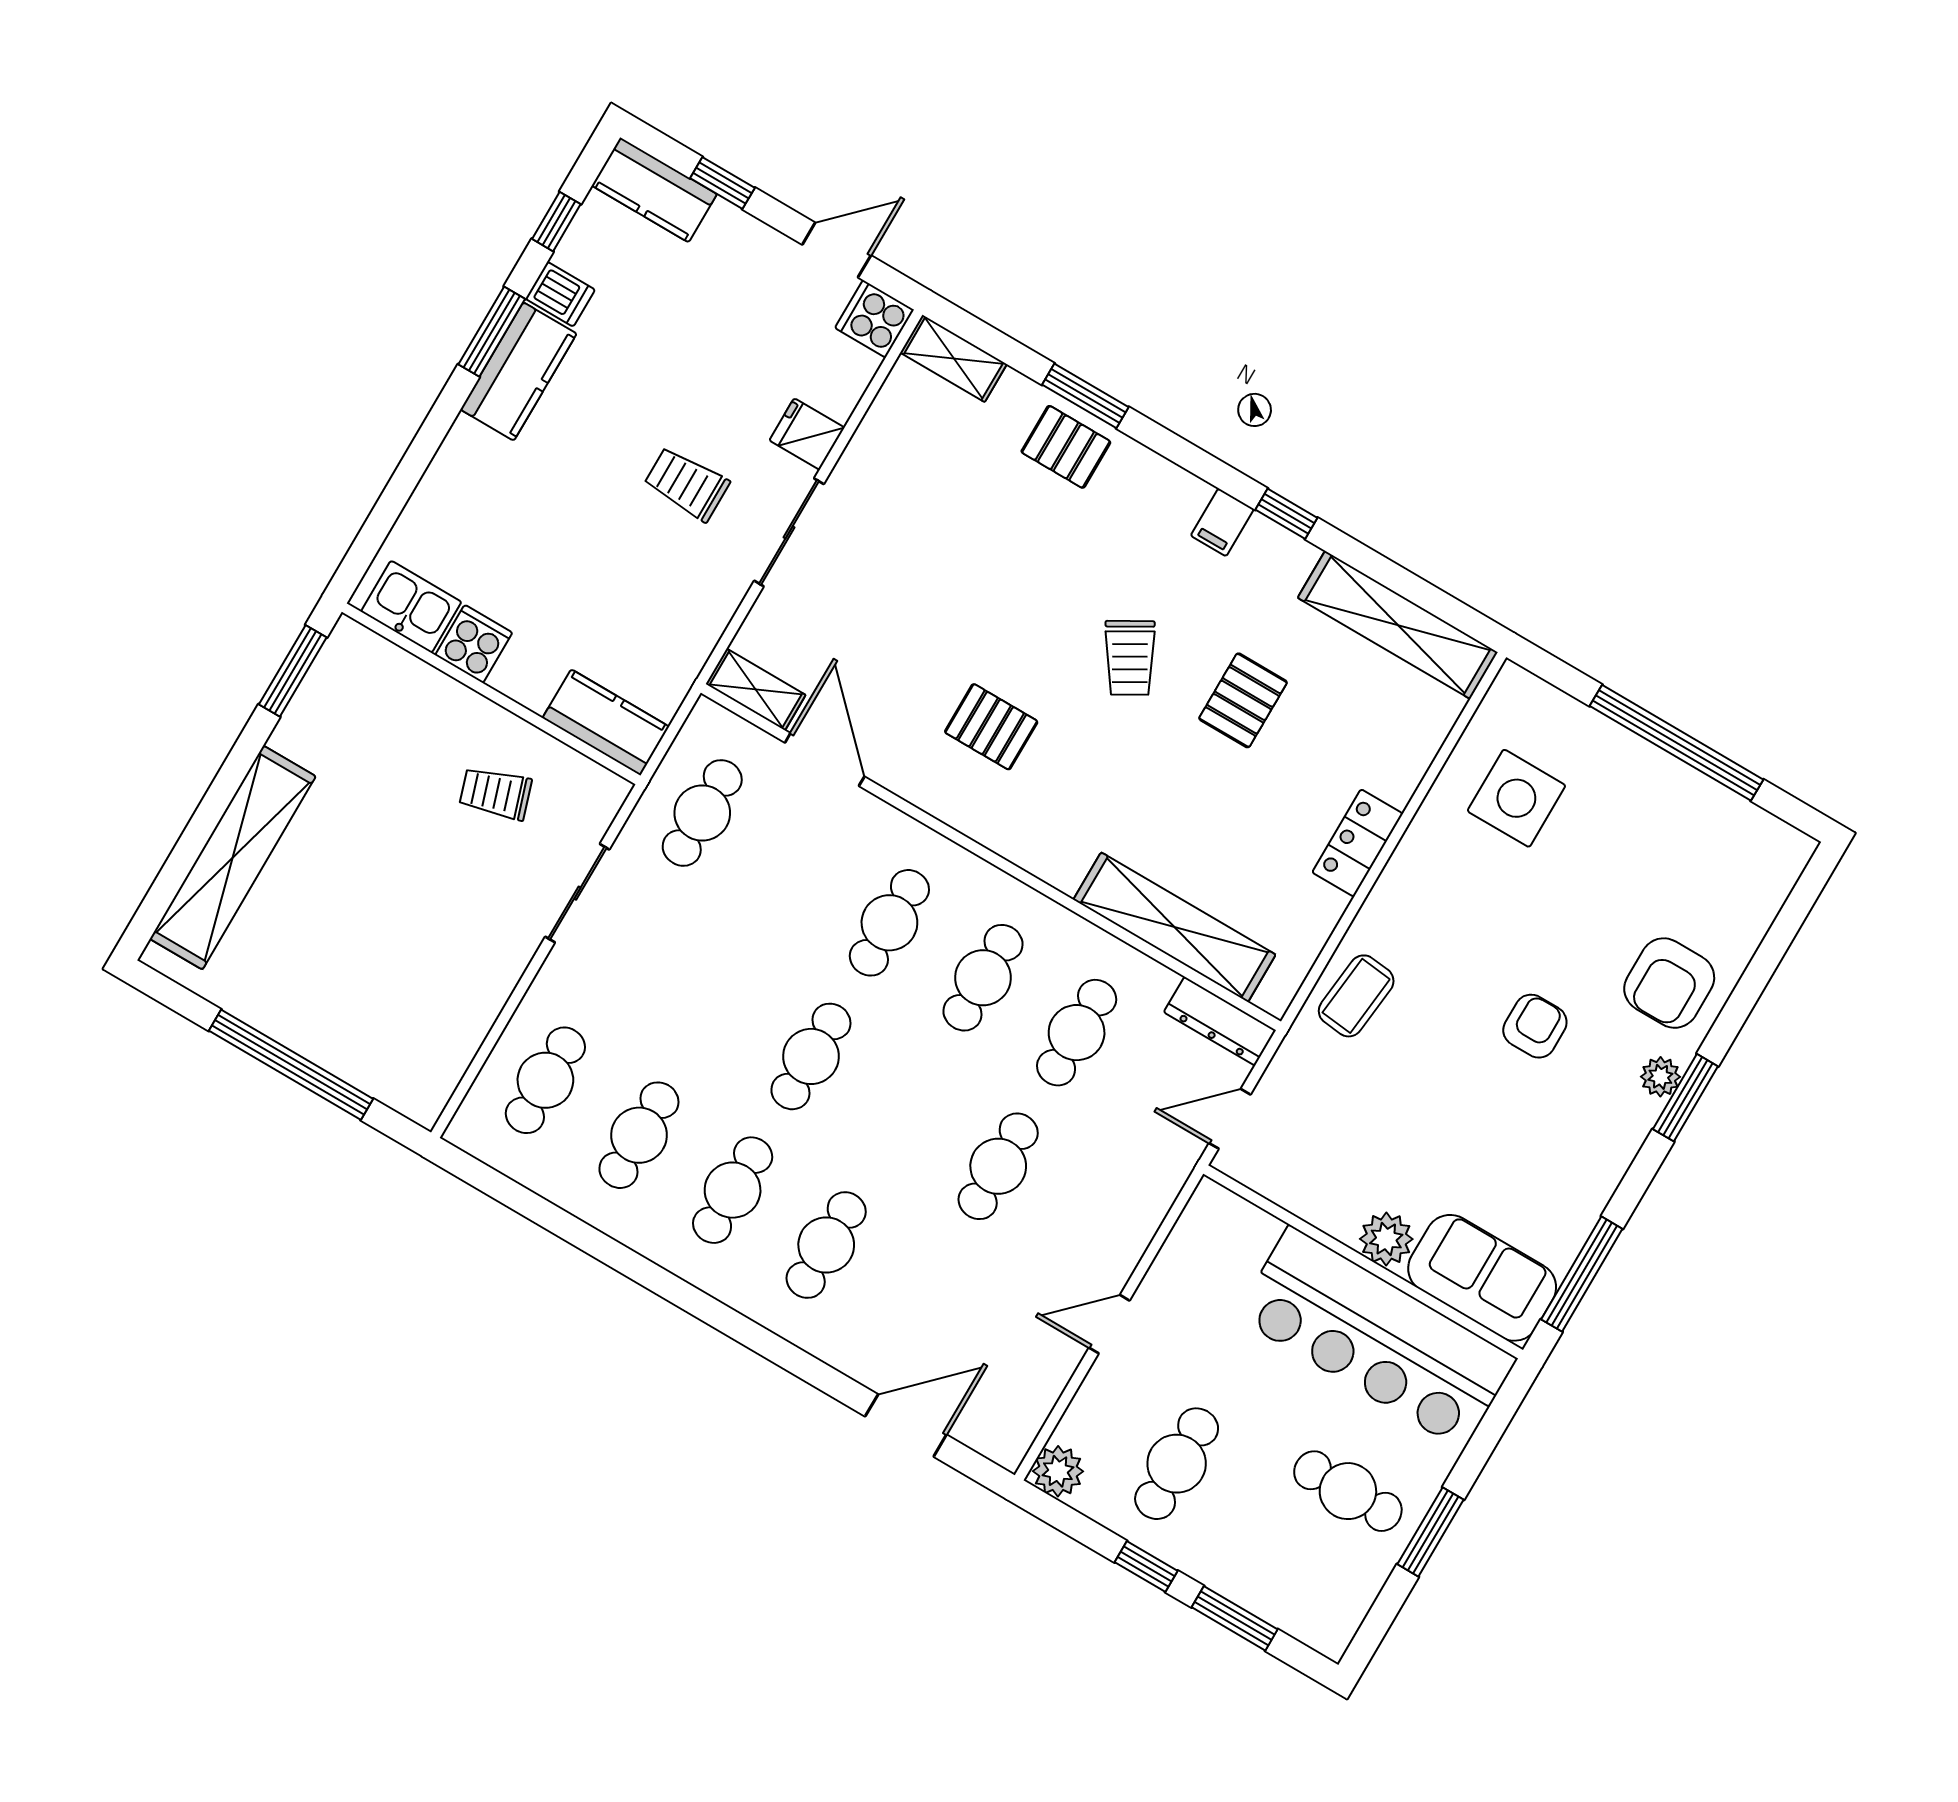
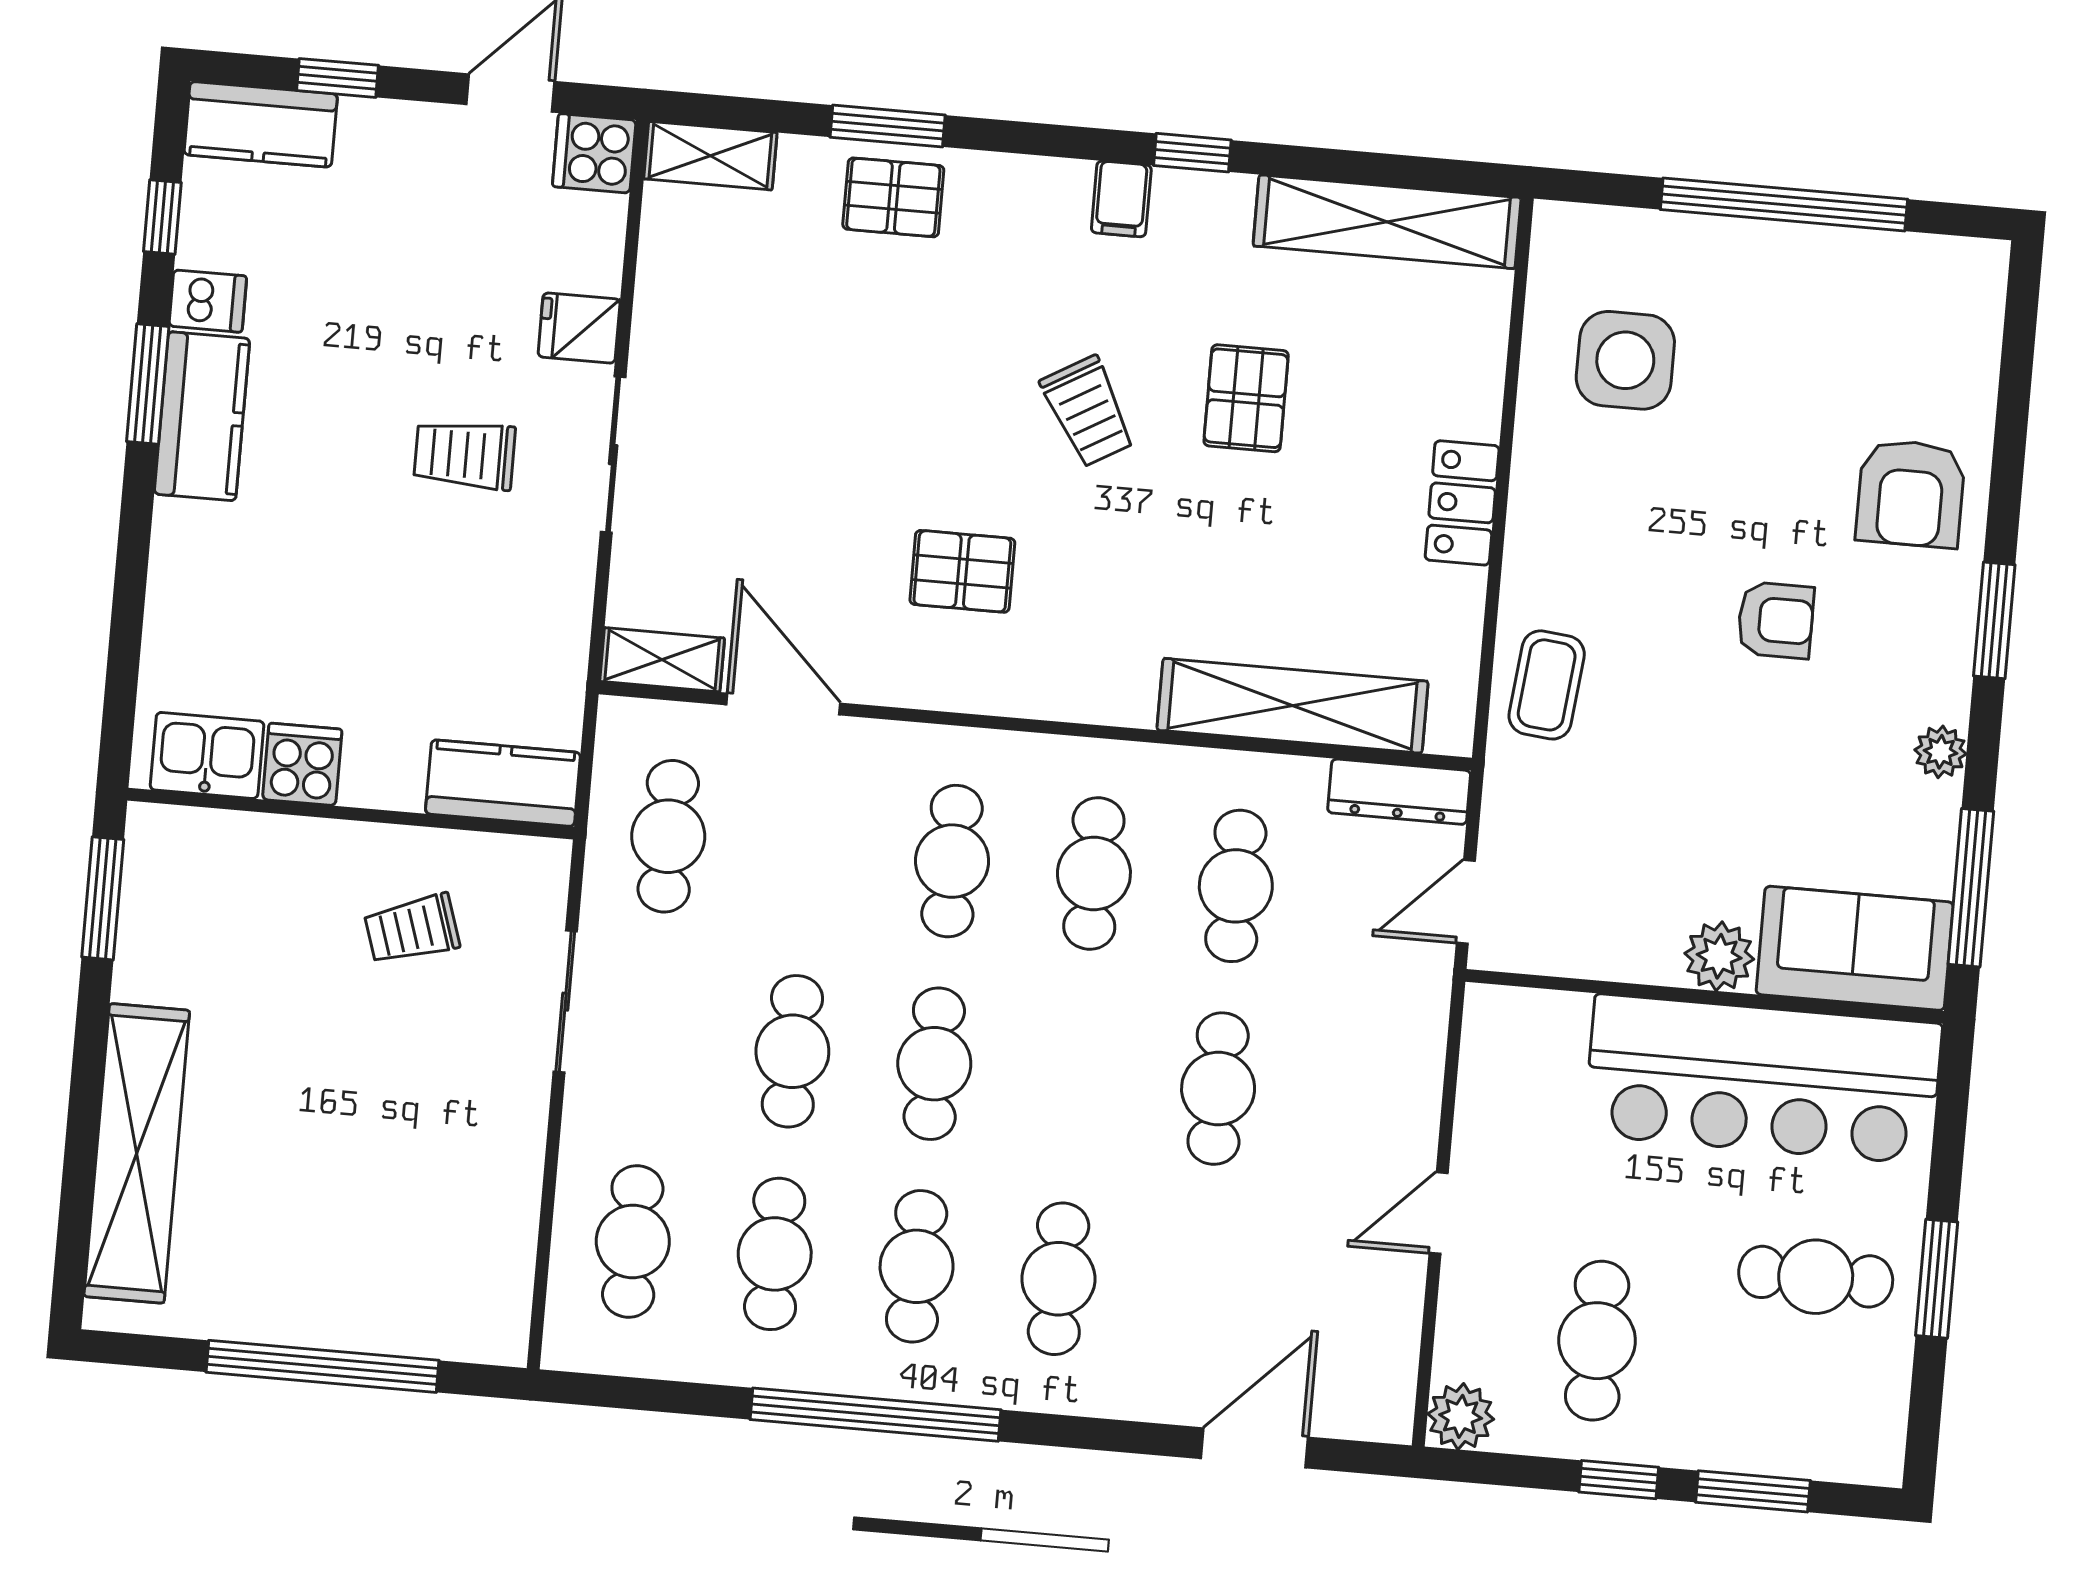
cafe table: (717, 1002) -> (792, 1051), added
armchair: (1535, 1026) -> (1776, 620), turned 90
plant: (1660, 1077) -> (1940, 752), moved
window: (656, 1279) -> (876, 1415), added

